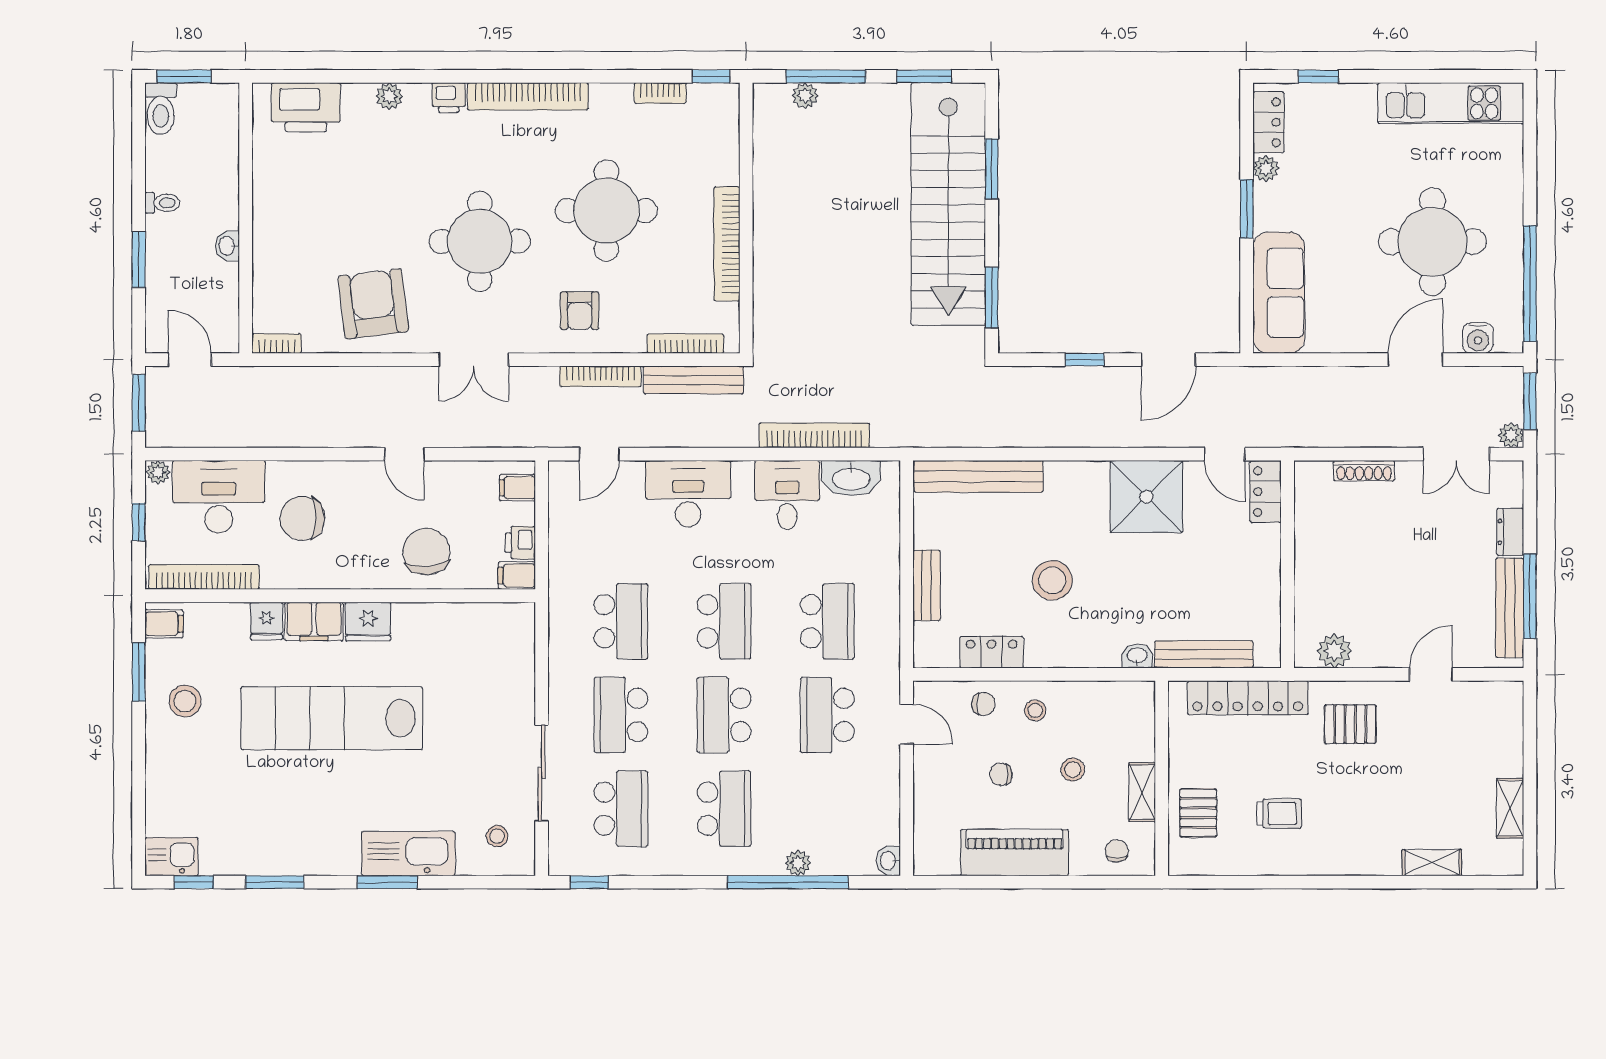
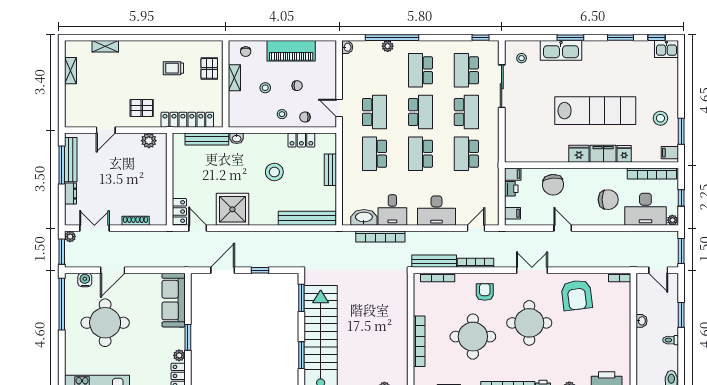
bookcase: (727, 244) -> (419, 341), moved

